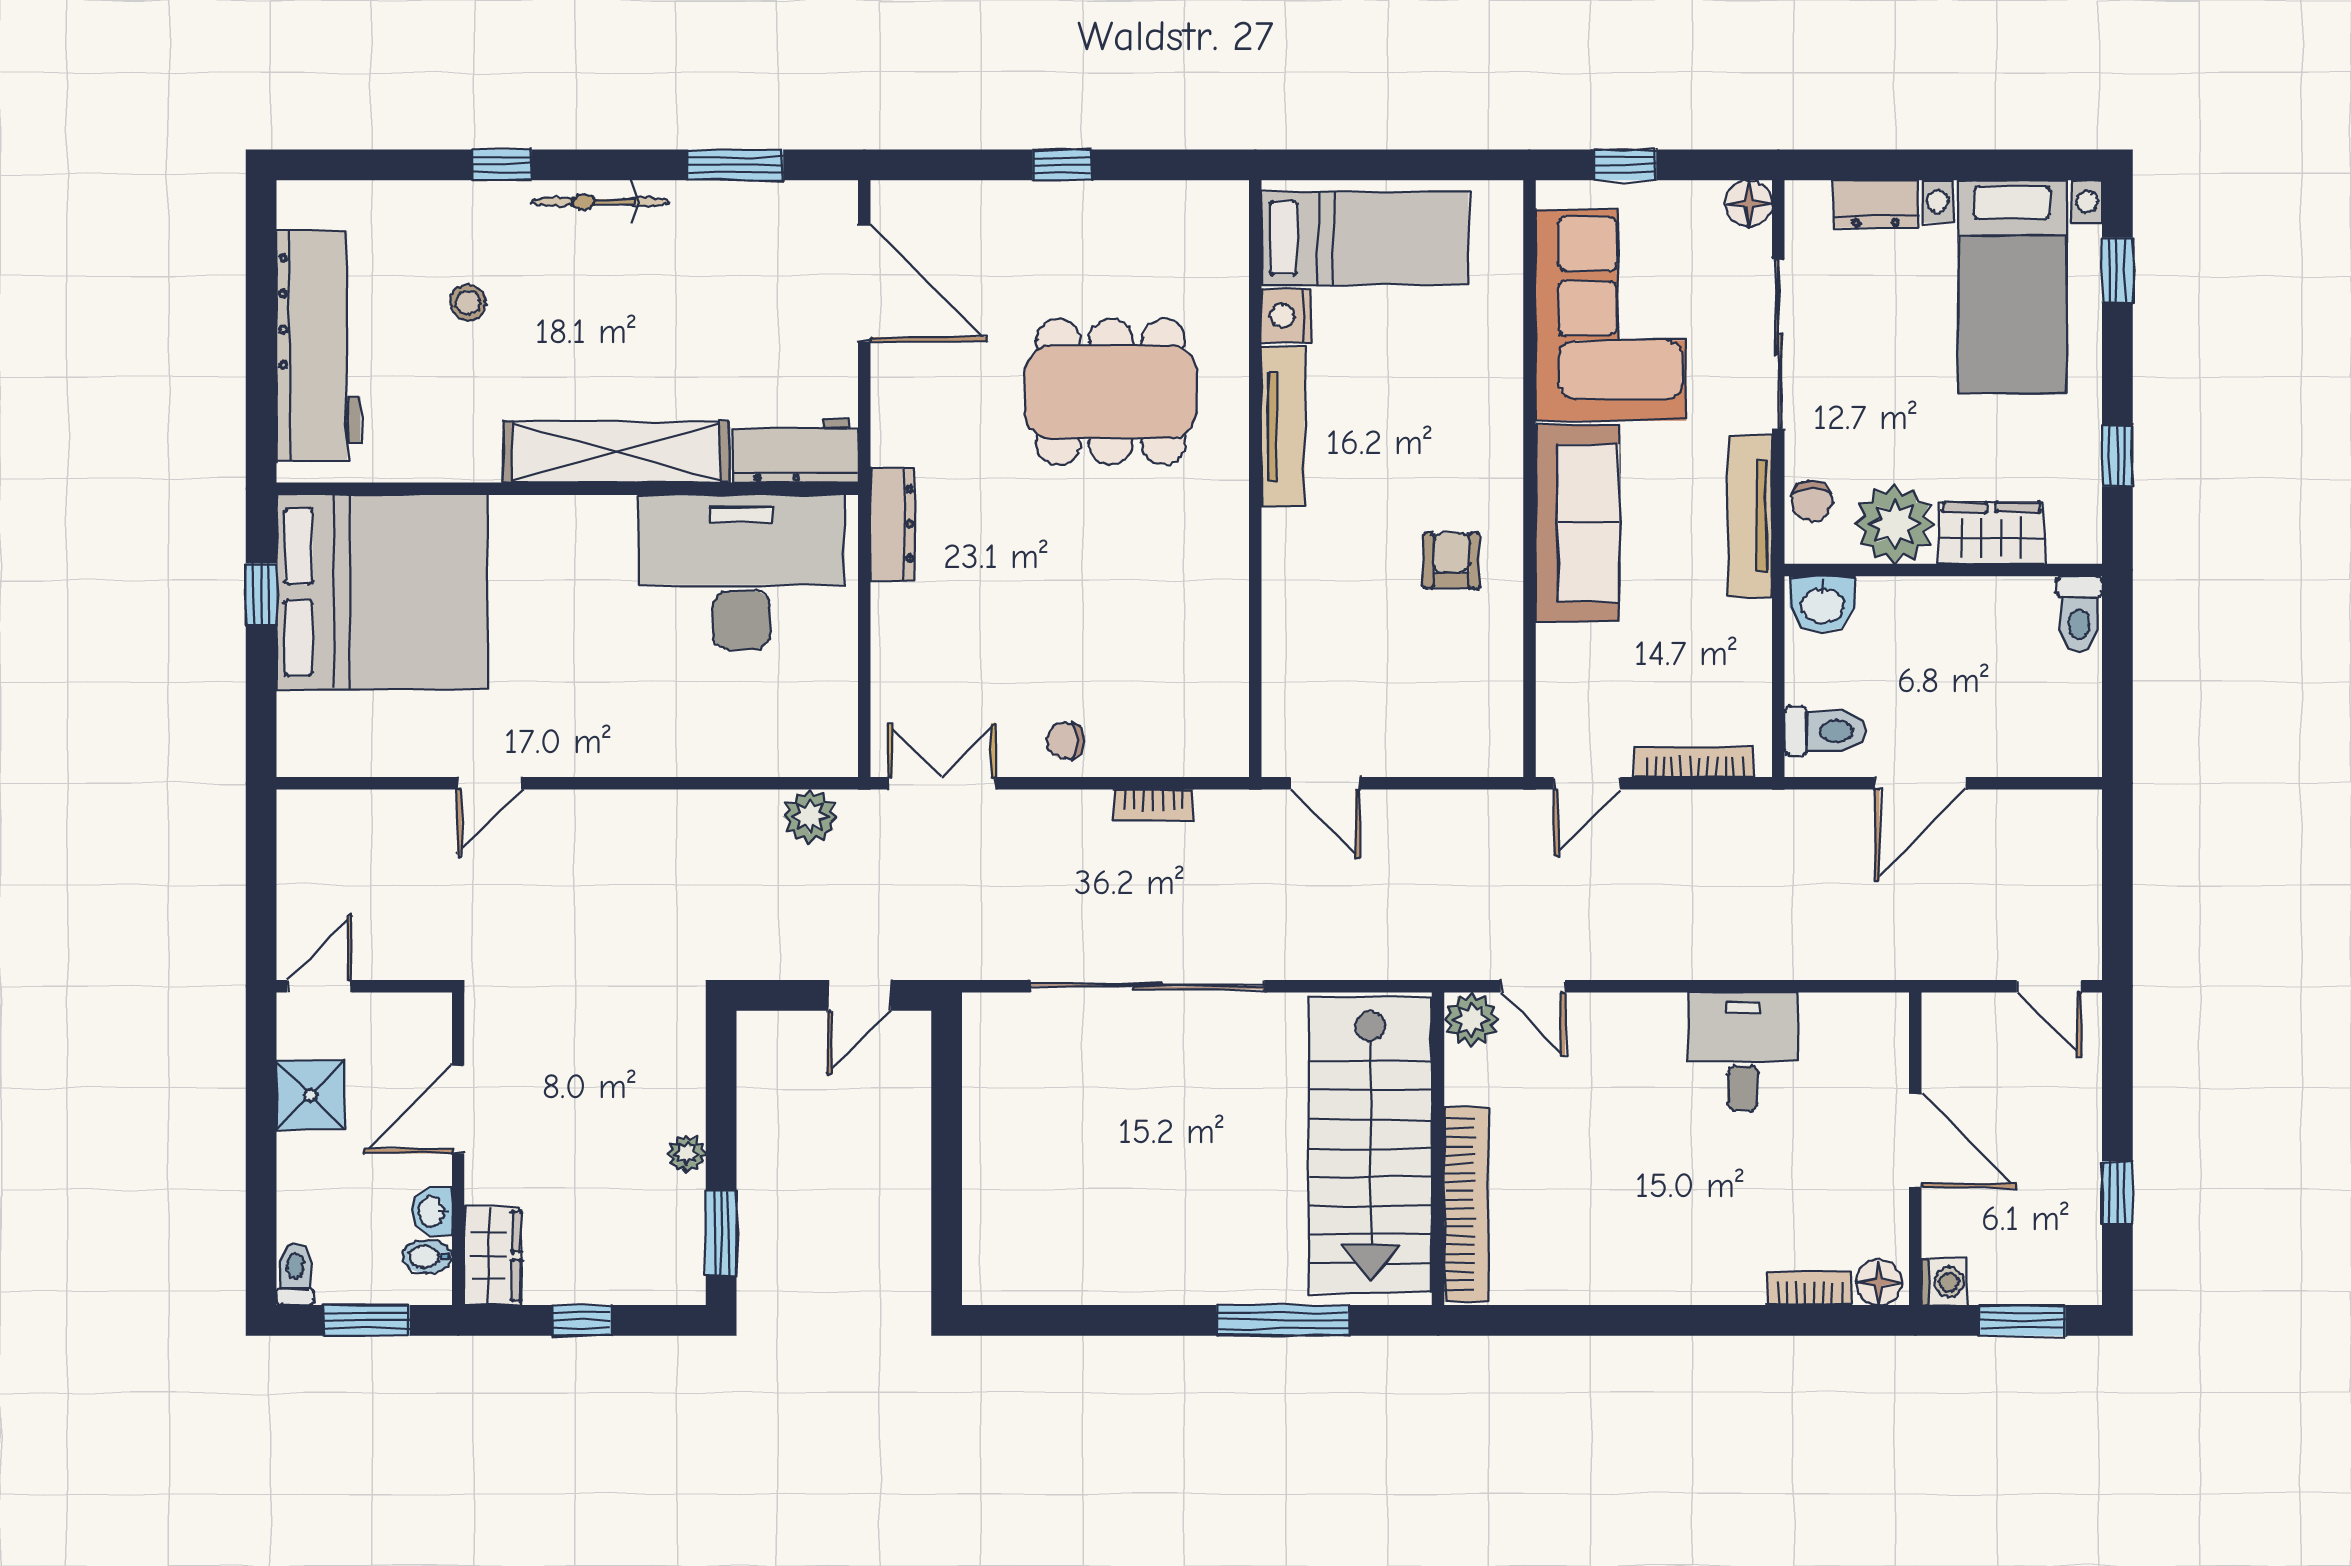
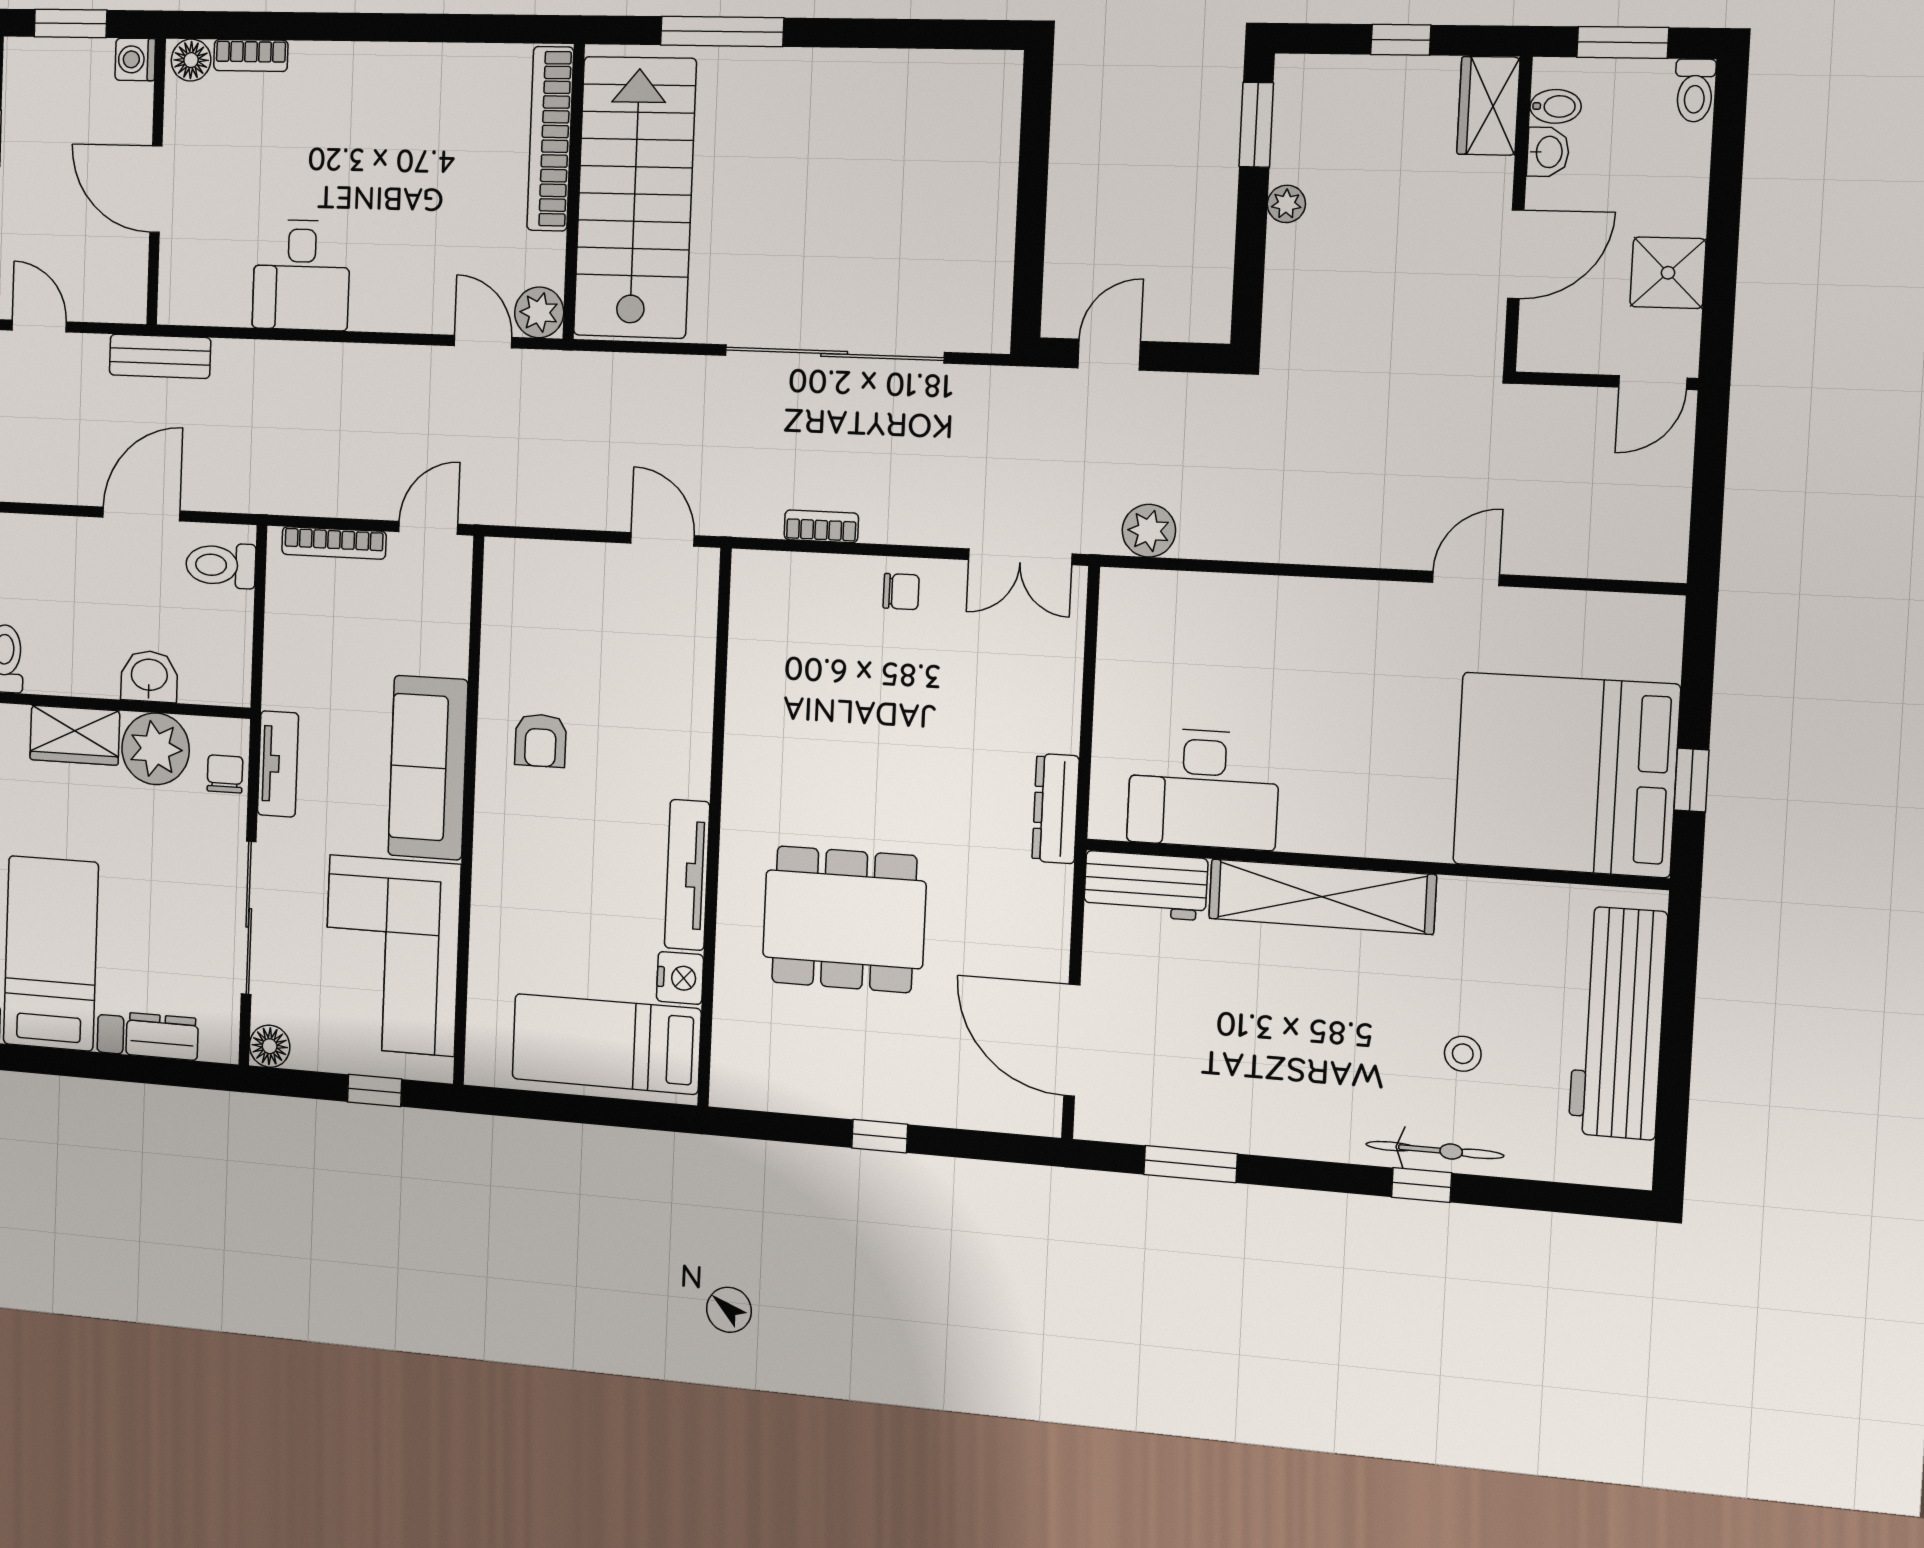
bicycle: (600, 202) -> (1435, 1150), moved
tv unit: (1750, 516) -> (278, 764), width x0.71
desk: (741, 572) -> (1203, 789), width x0.73, depth x0.77
washbasin: (1822, 604) -> (149, 676), moved
bench: (1904, 958) -> (160, 356), added

